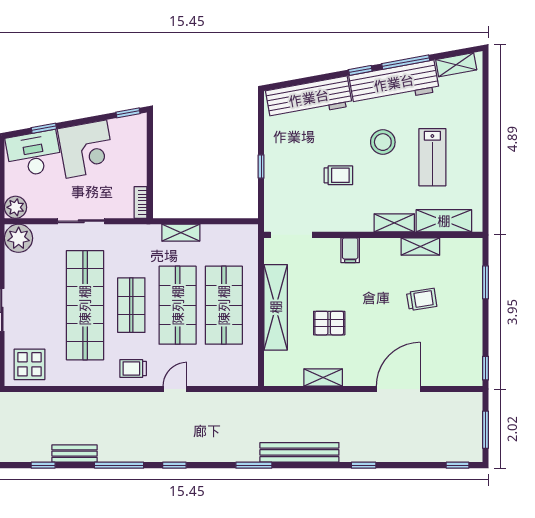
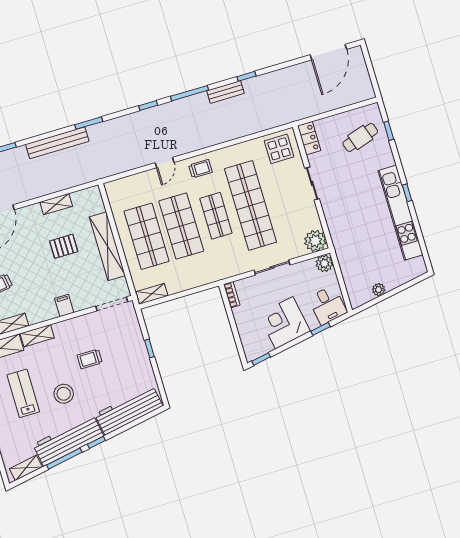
desk: (34, 154) -> (327, 305), width x0.73
shelving: (181, 233) -> (152, 294), moved

